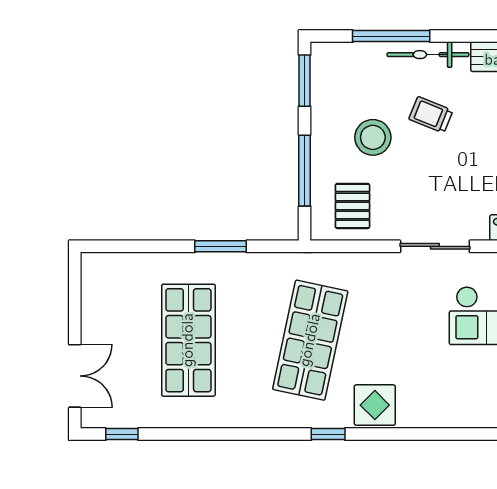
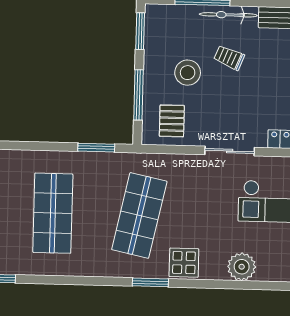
window: (221, 246) -> (96, 148), moved
plant: (456, 409) -> (242, 267), added
window: (328, 434) -> (150, 282), width x1.50

